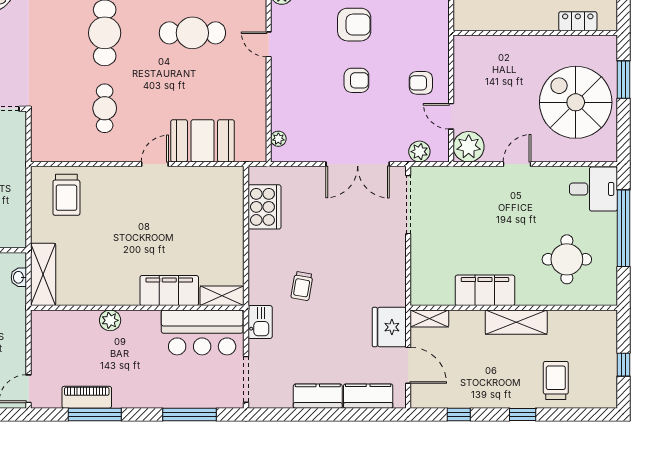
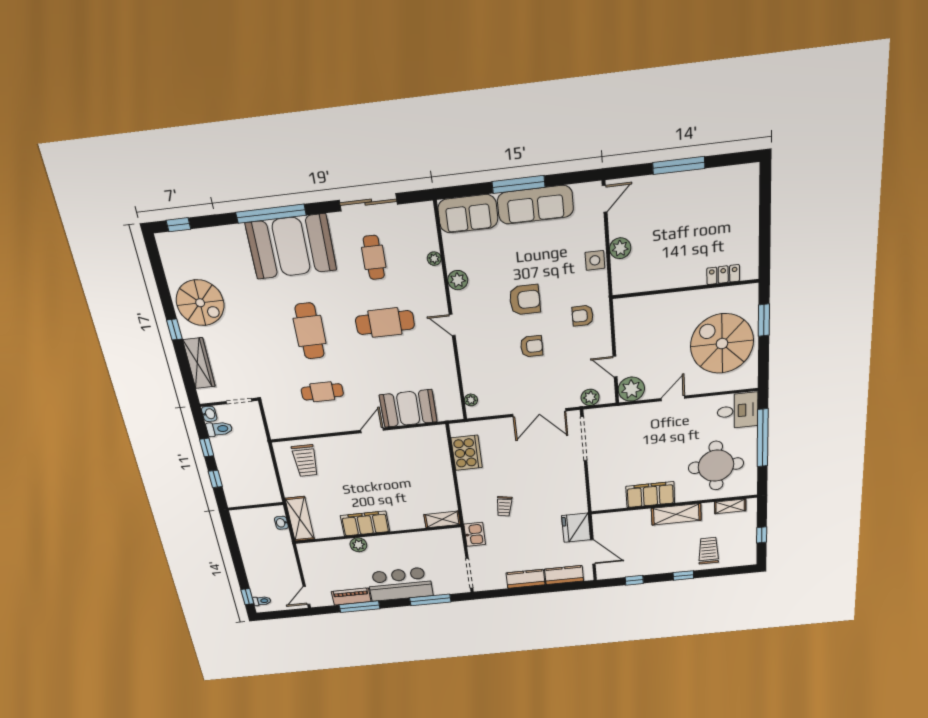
armchair: (421, 83) -> (583, 316), moved
cafe table: (105, 108) -> (322, 392), turned 90
round table: (567, 259) -> (716, 466), width x1.36, depth x1.36
filing cabinet: (169, 291) -> (365, 524), moved
shelving: (429, 318) -> (730, 506), moved
bar counter: (202, 332) -> (400, 584), moved, turned 180

